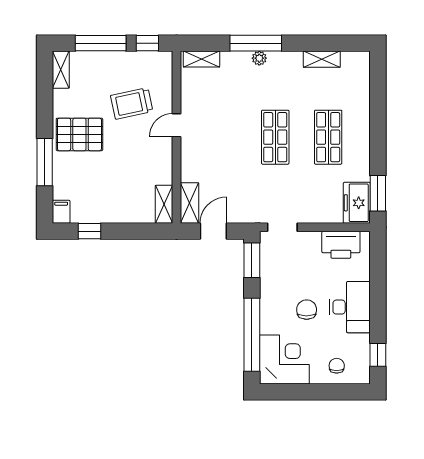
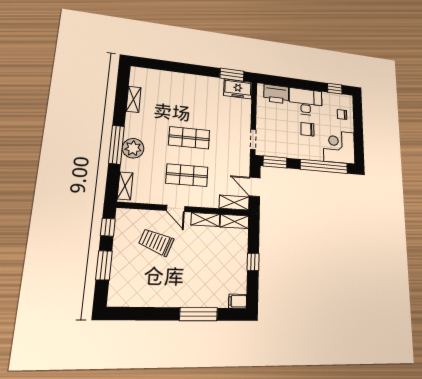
window: (101, 43) -> (104, 265), width x0.69
plant: (259, 58) -> (133, 148), width x1.88, depth x1.88
shelving: (61, 70) -> (205, 220), moved
trolley: (132, 103) -> (156, 242), turned 122
pallet: (79, 134) -> (178, 285), removed
shop shelf: (328, 137) -> (187, 175), moved
window: (90, 231) -> (253, 262), moved
printer: (341, 245) -> (276, 94), moved, turned 90

